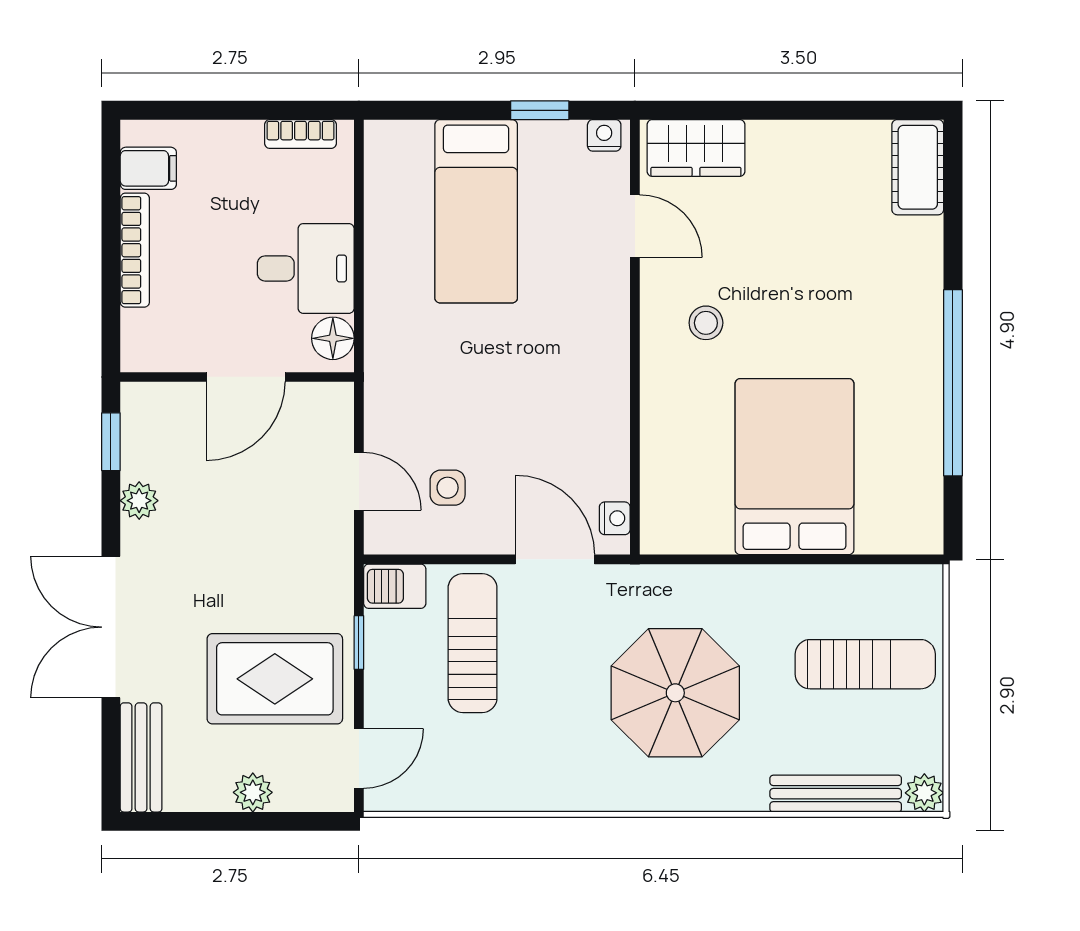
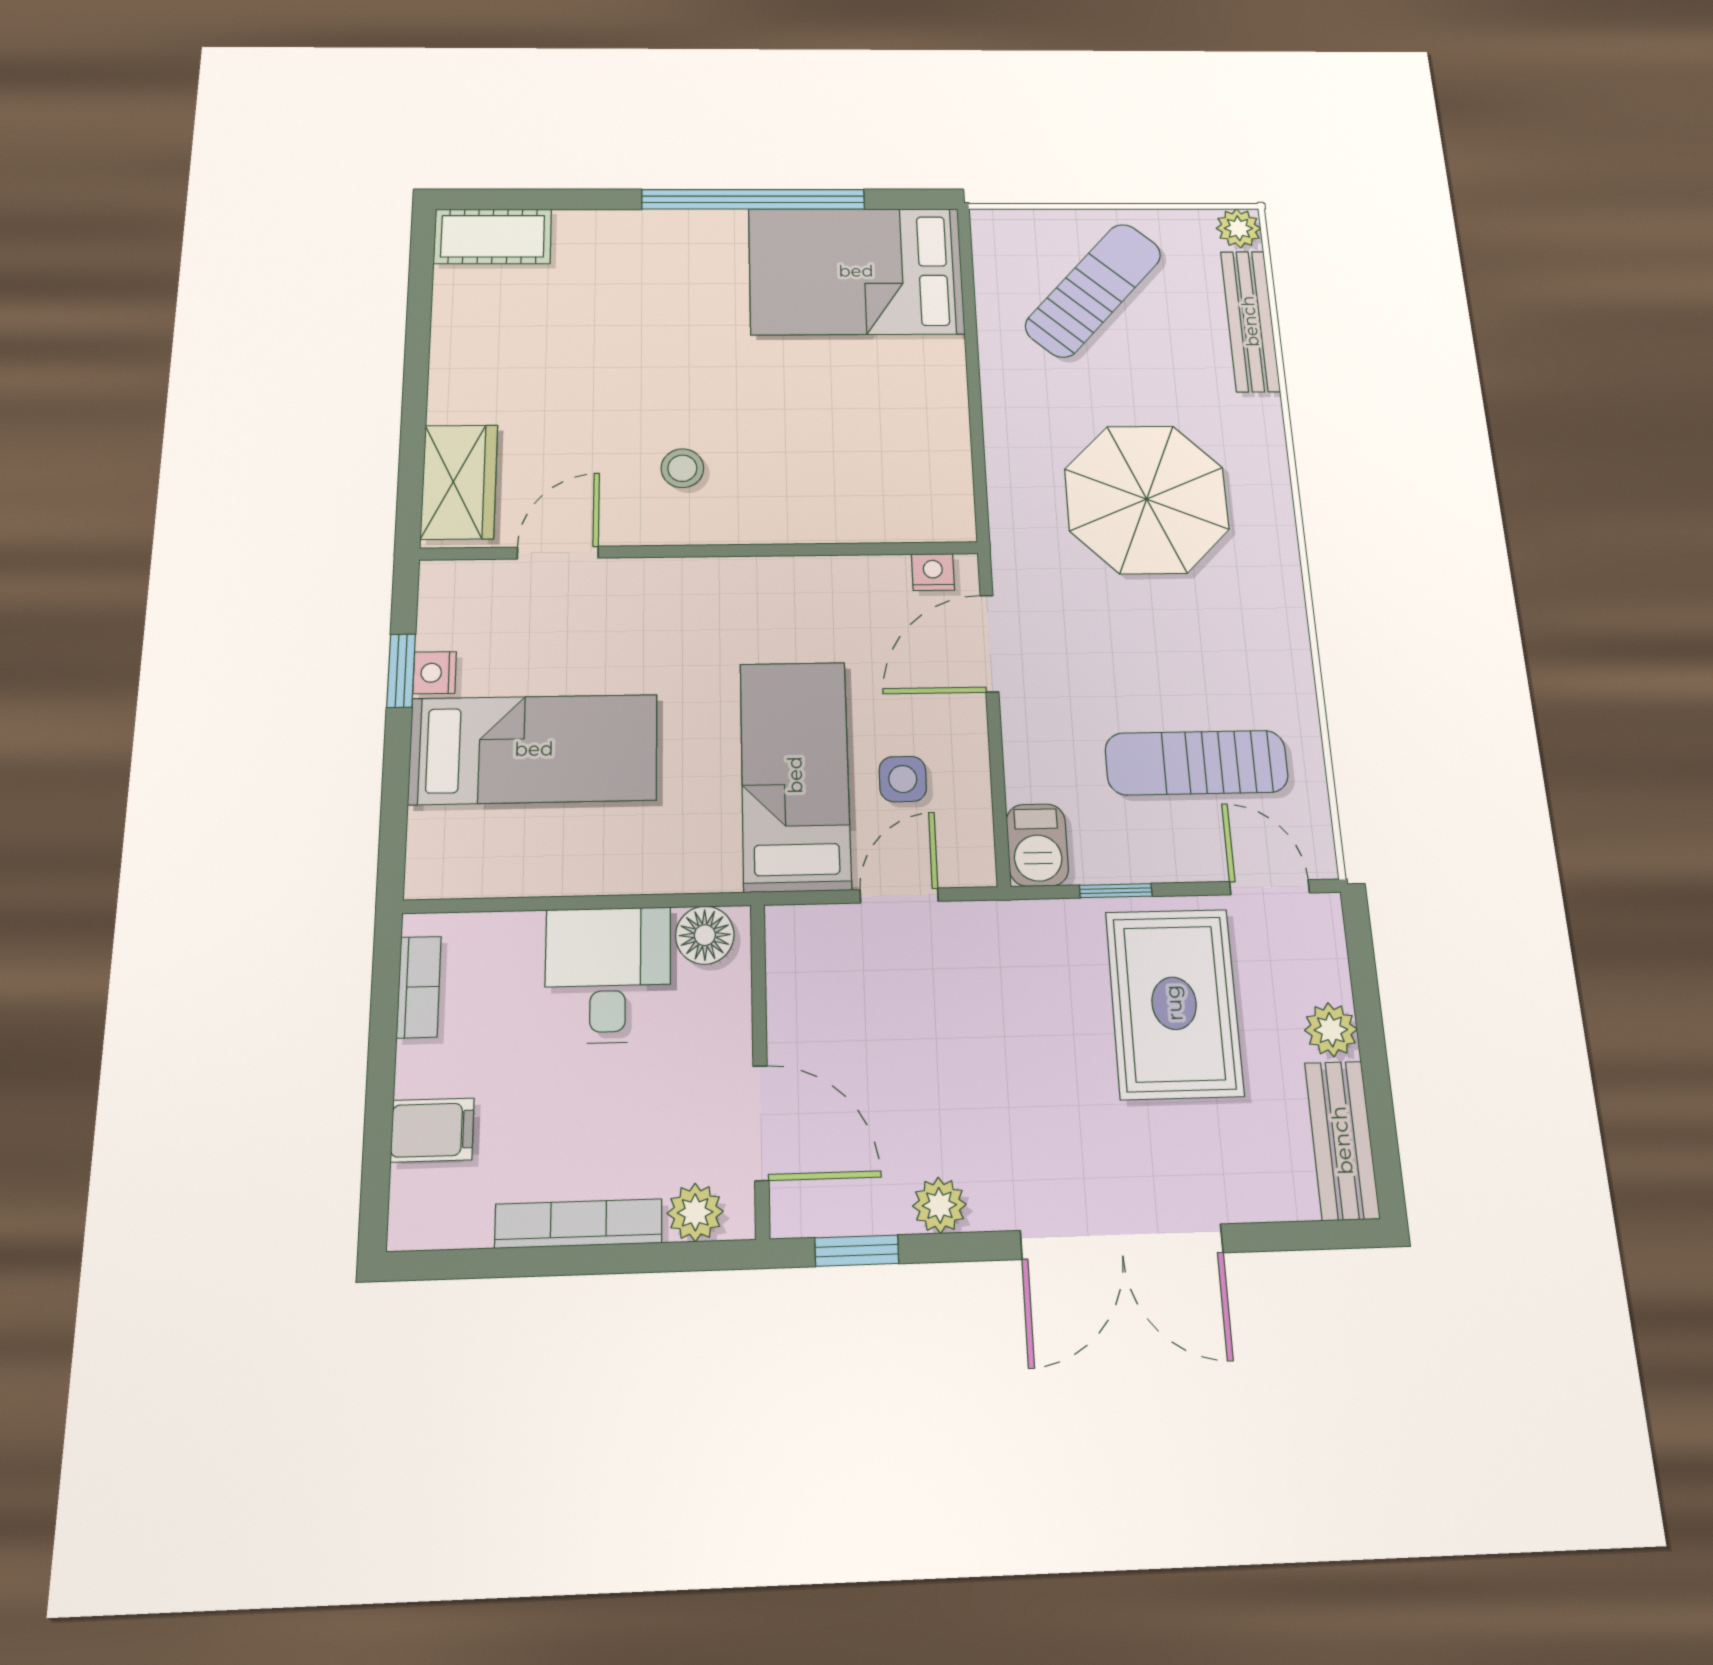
nightstand: (604, 135) -> (435, 673), moved
filing cabinet: (148, 168) -> (432, 1130), moved, turned 90
plant: (140, 330) -> (695, 1212), added
door: (246, 377) -> (761, 1123), moved
bed: (452, 407) -> (795, 775), added
bed: (795, 467) -> (856, 271), moved
sun lounger: (473, 643) -> (1197, 763), moved
sun lounger: (865, 664) -> (1093, 290), turned 42
bench: (141, 757) -> (1342, 1140), moved, turned 90

